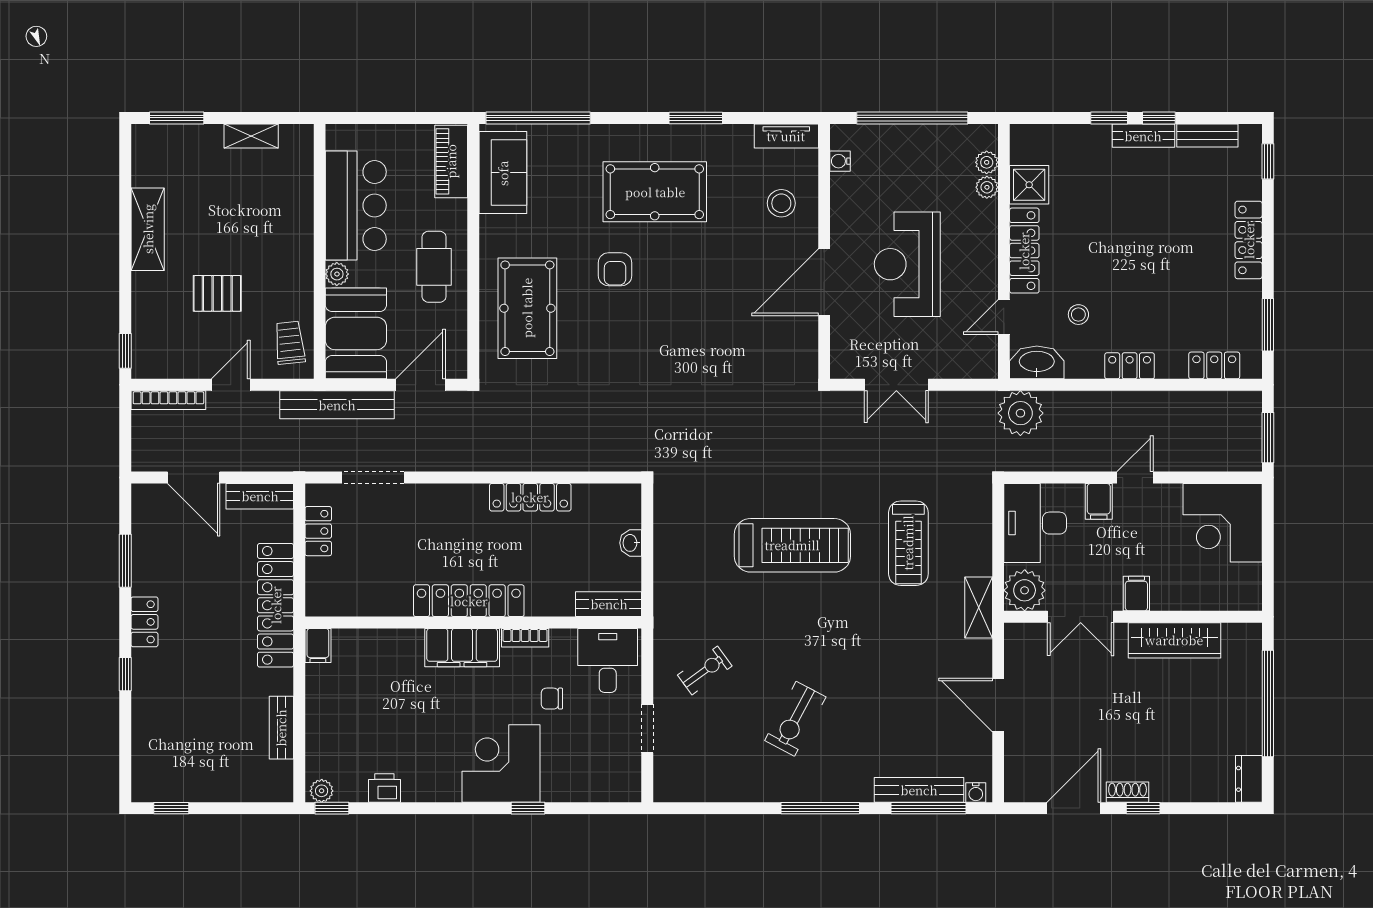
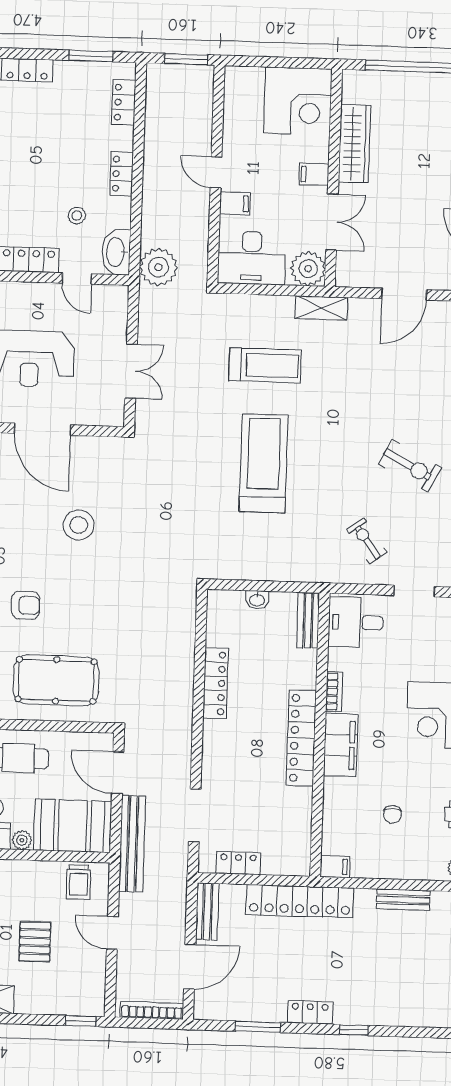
stool: (712, 329) -> (79, 525), added
trolley: (290, 343) -> (79, 882), turned -84
bookcase: (168, 400) -> (152, 1010), moved, turned -90
corner desk: (1223, 523) -> (298, 101), moved
chair: (552, 699) -> (392, 814), moved

